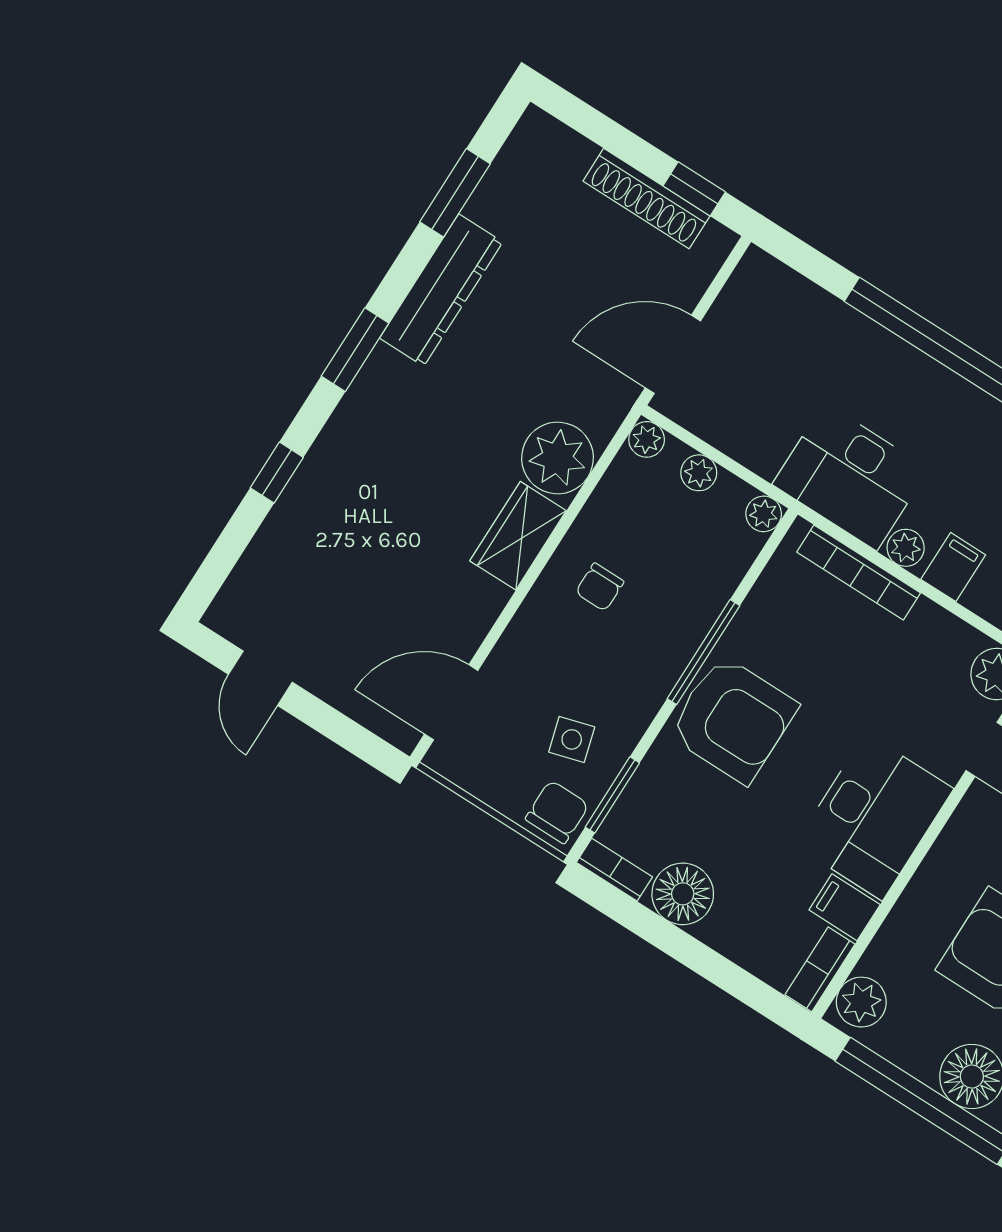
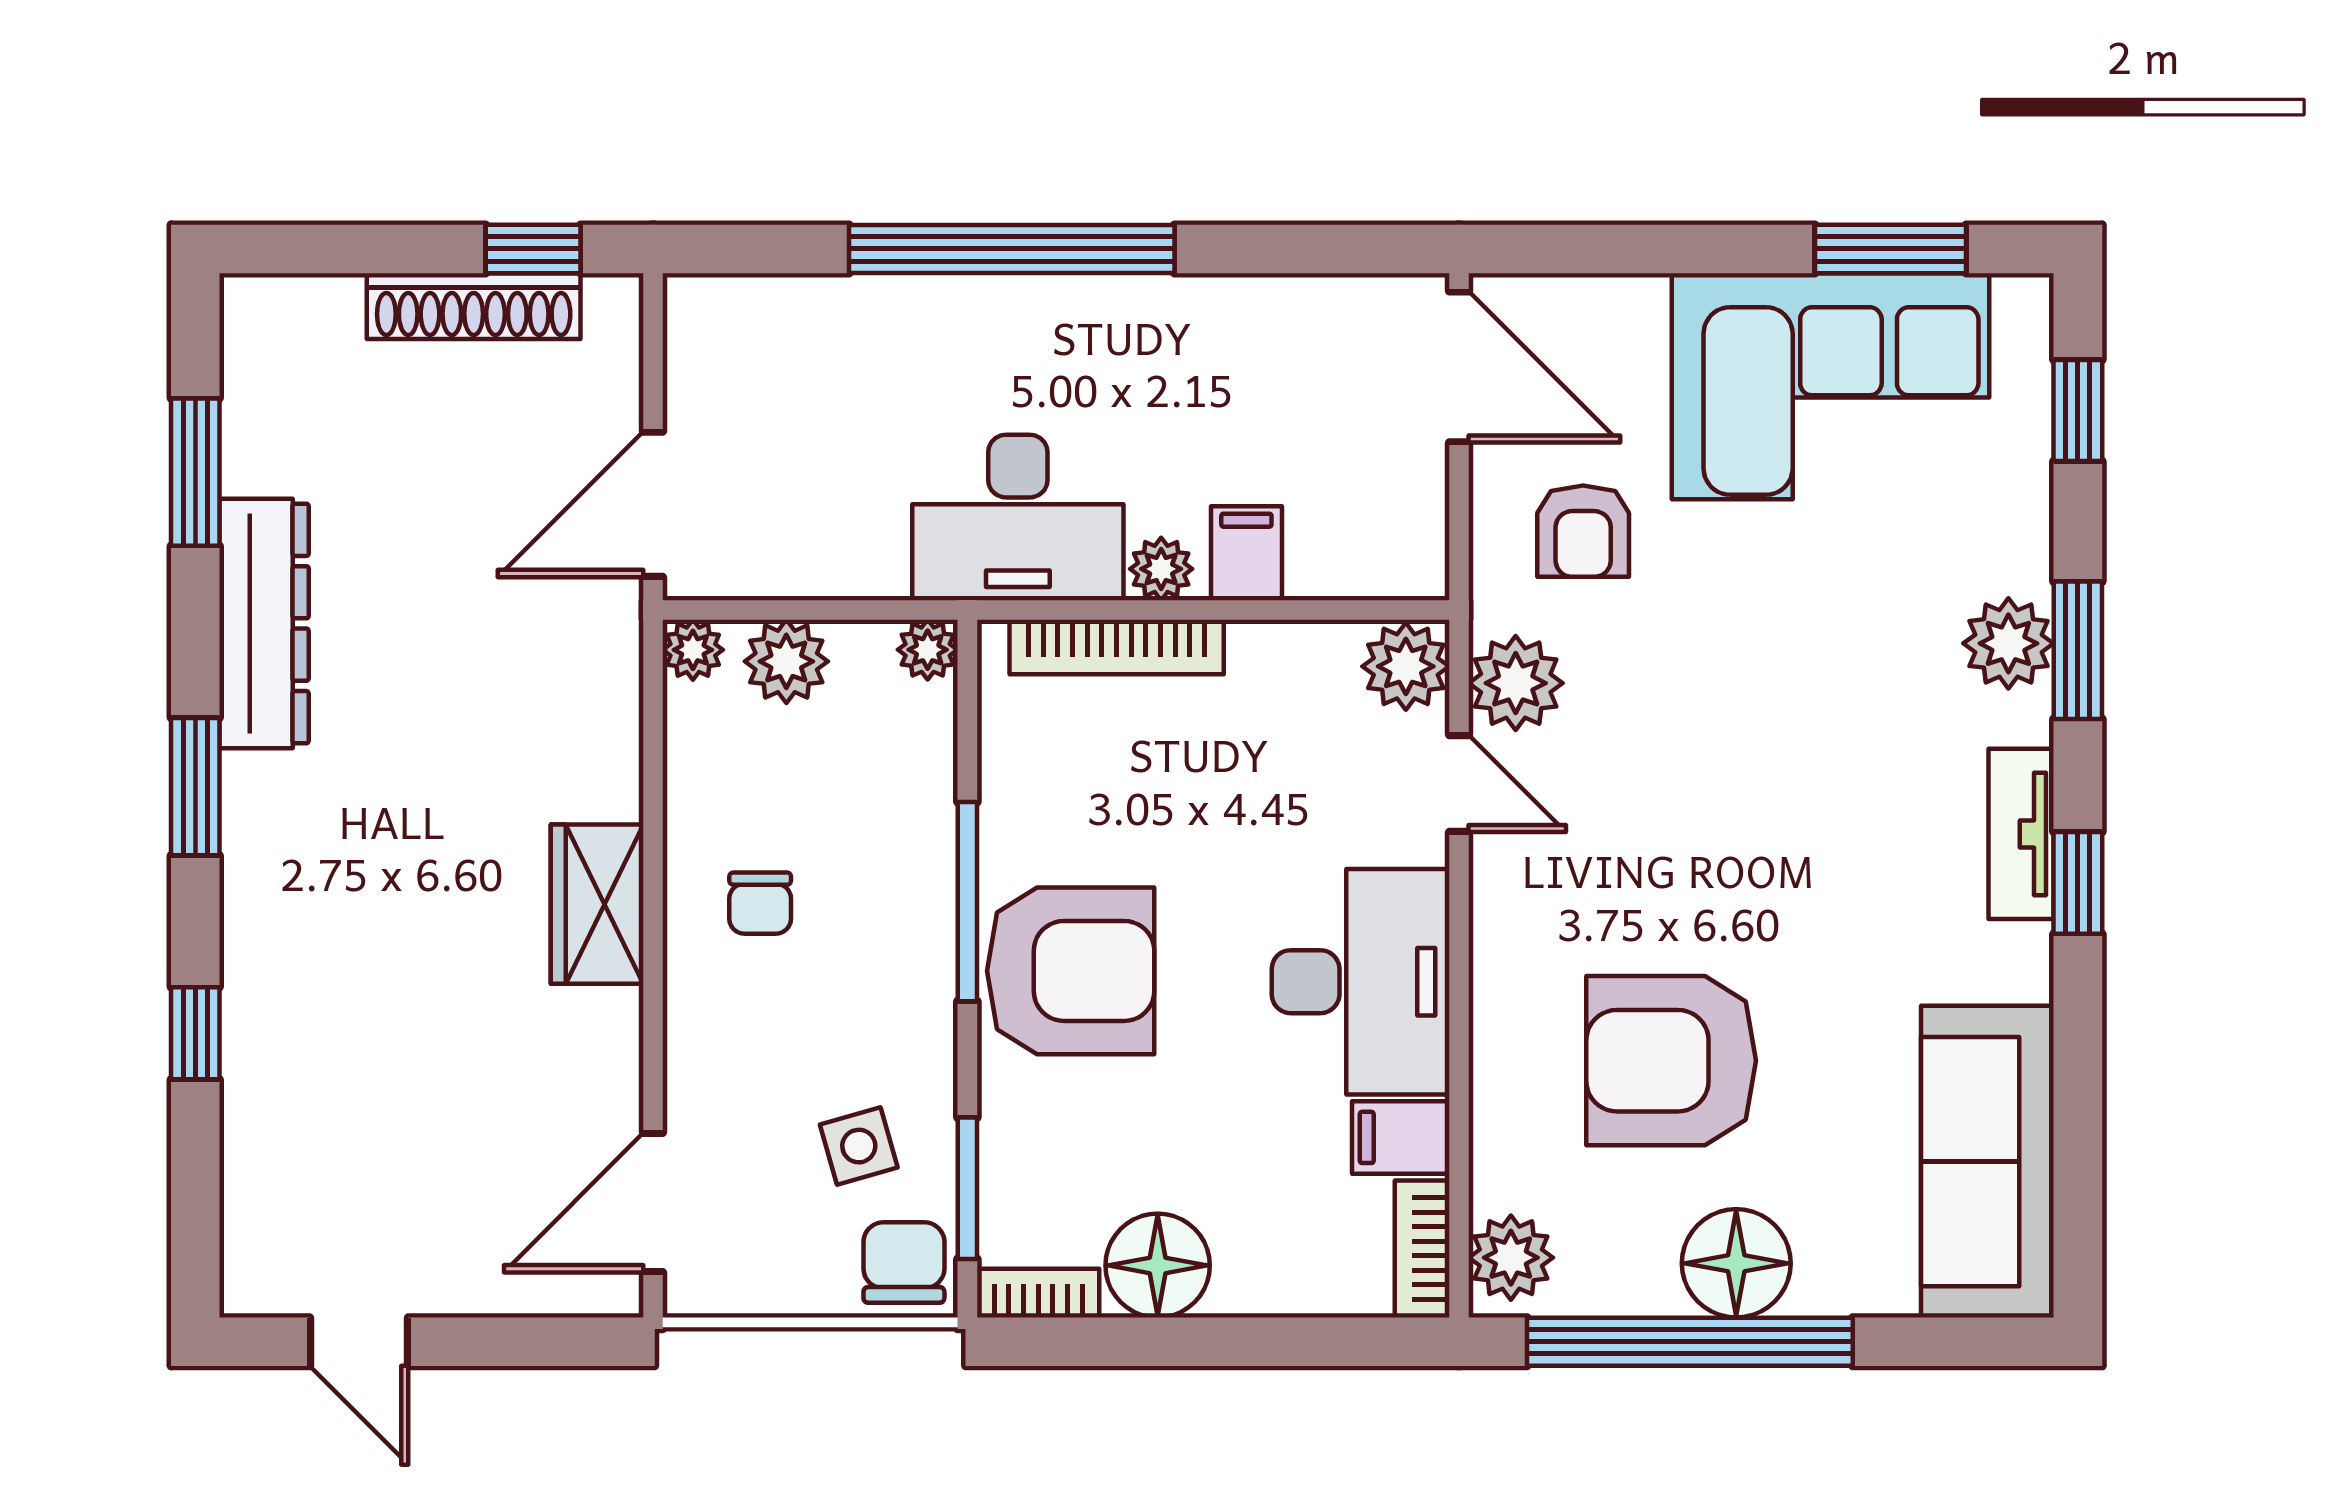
plant: (558, 458) -> (583, 757), removed
plant: (699, 473) -> (786, 661), width x1.38, depth x1.38

